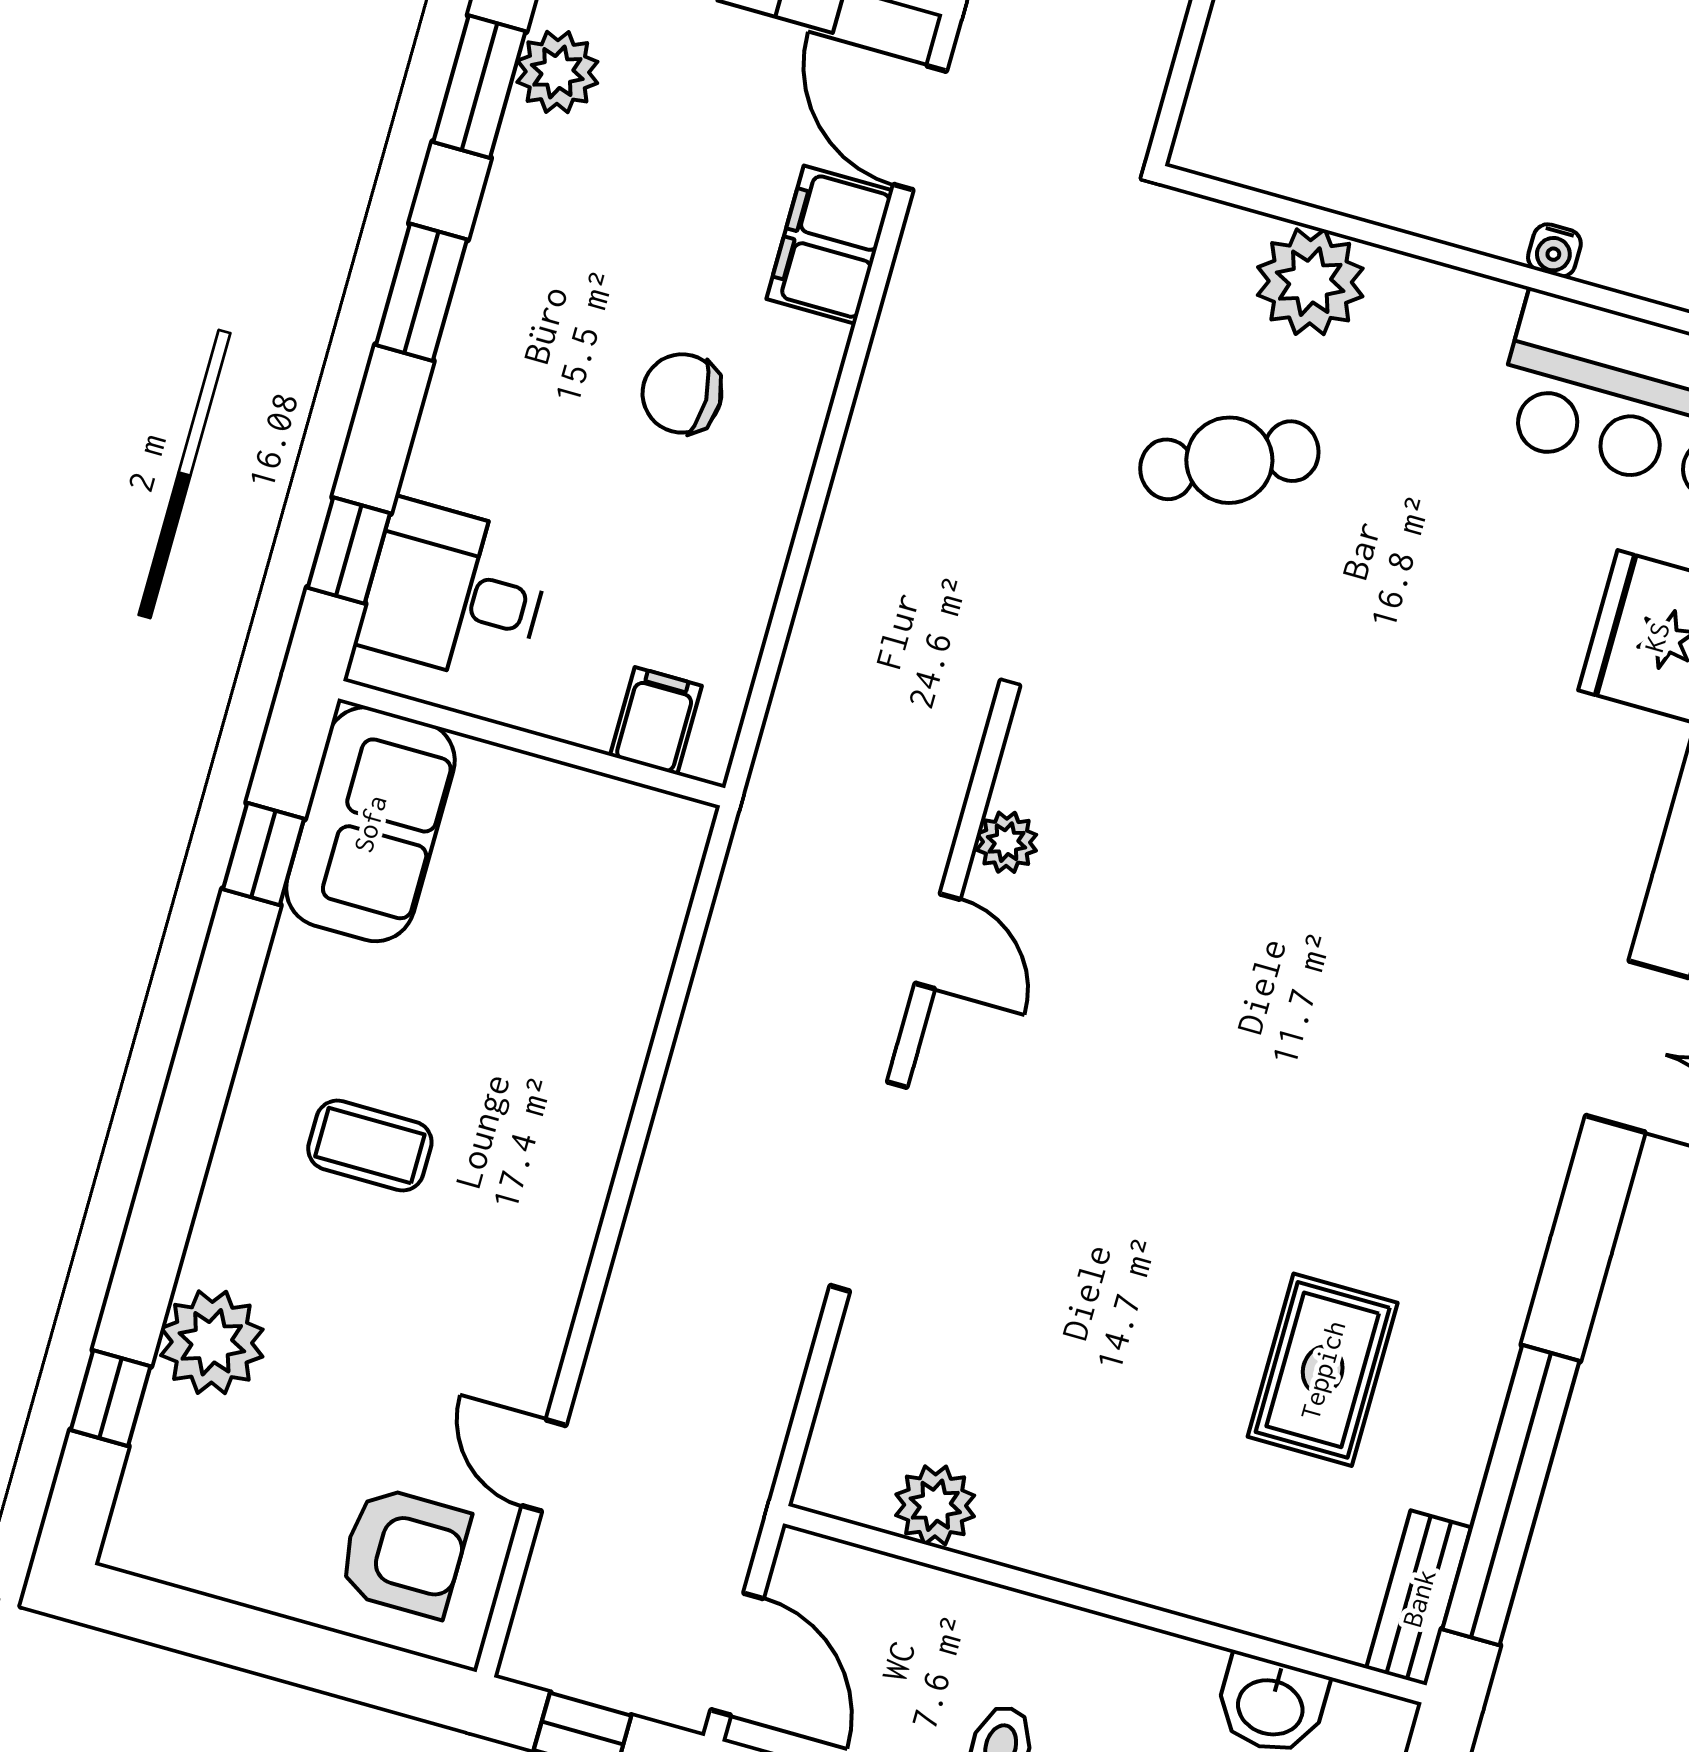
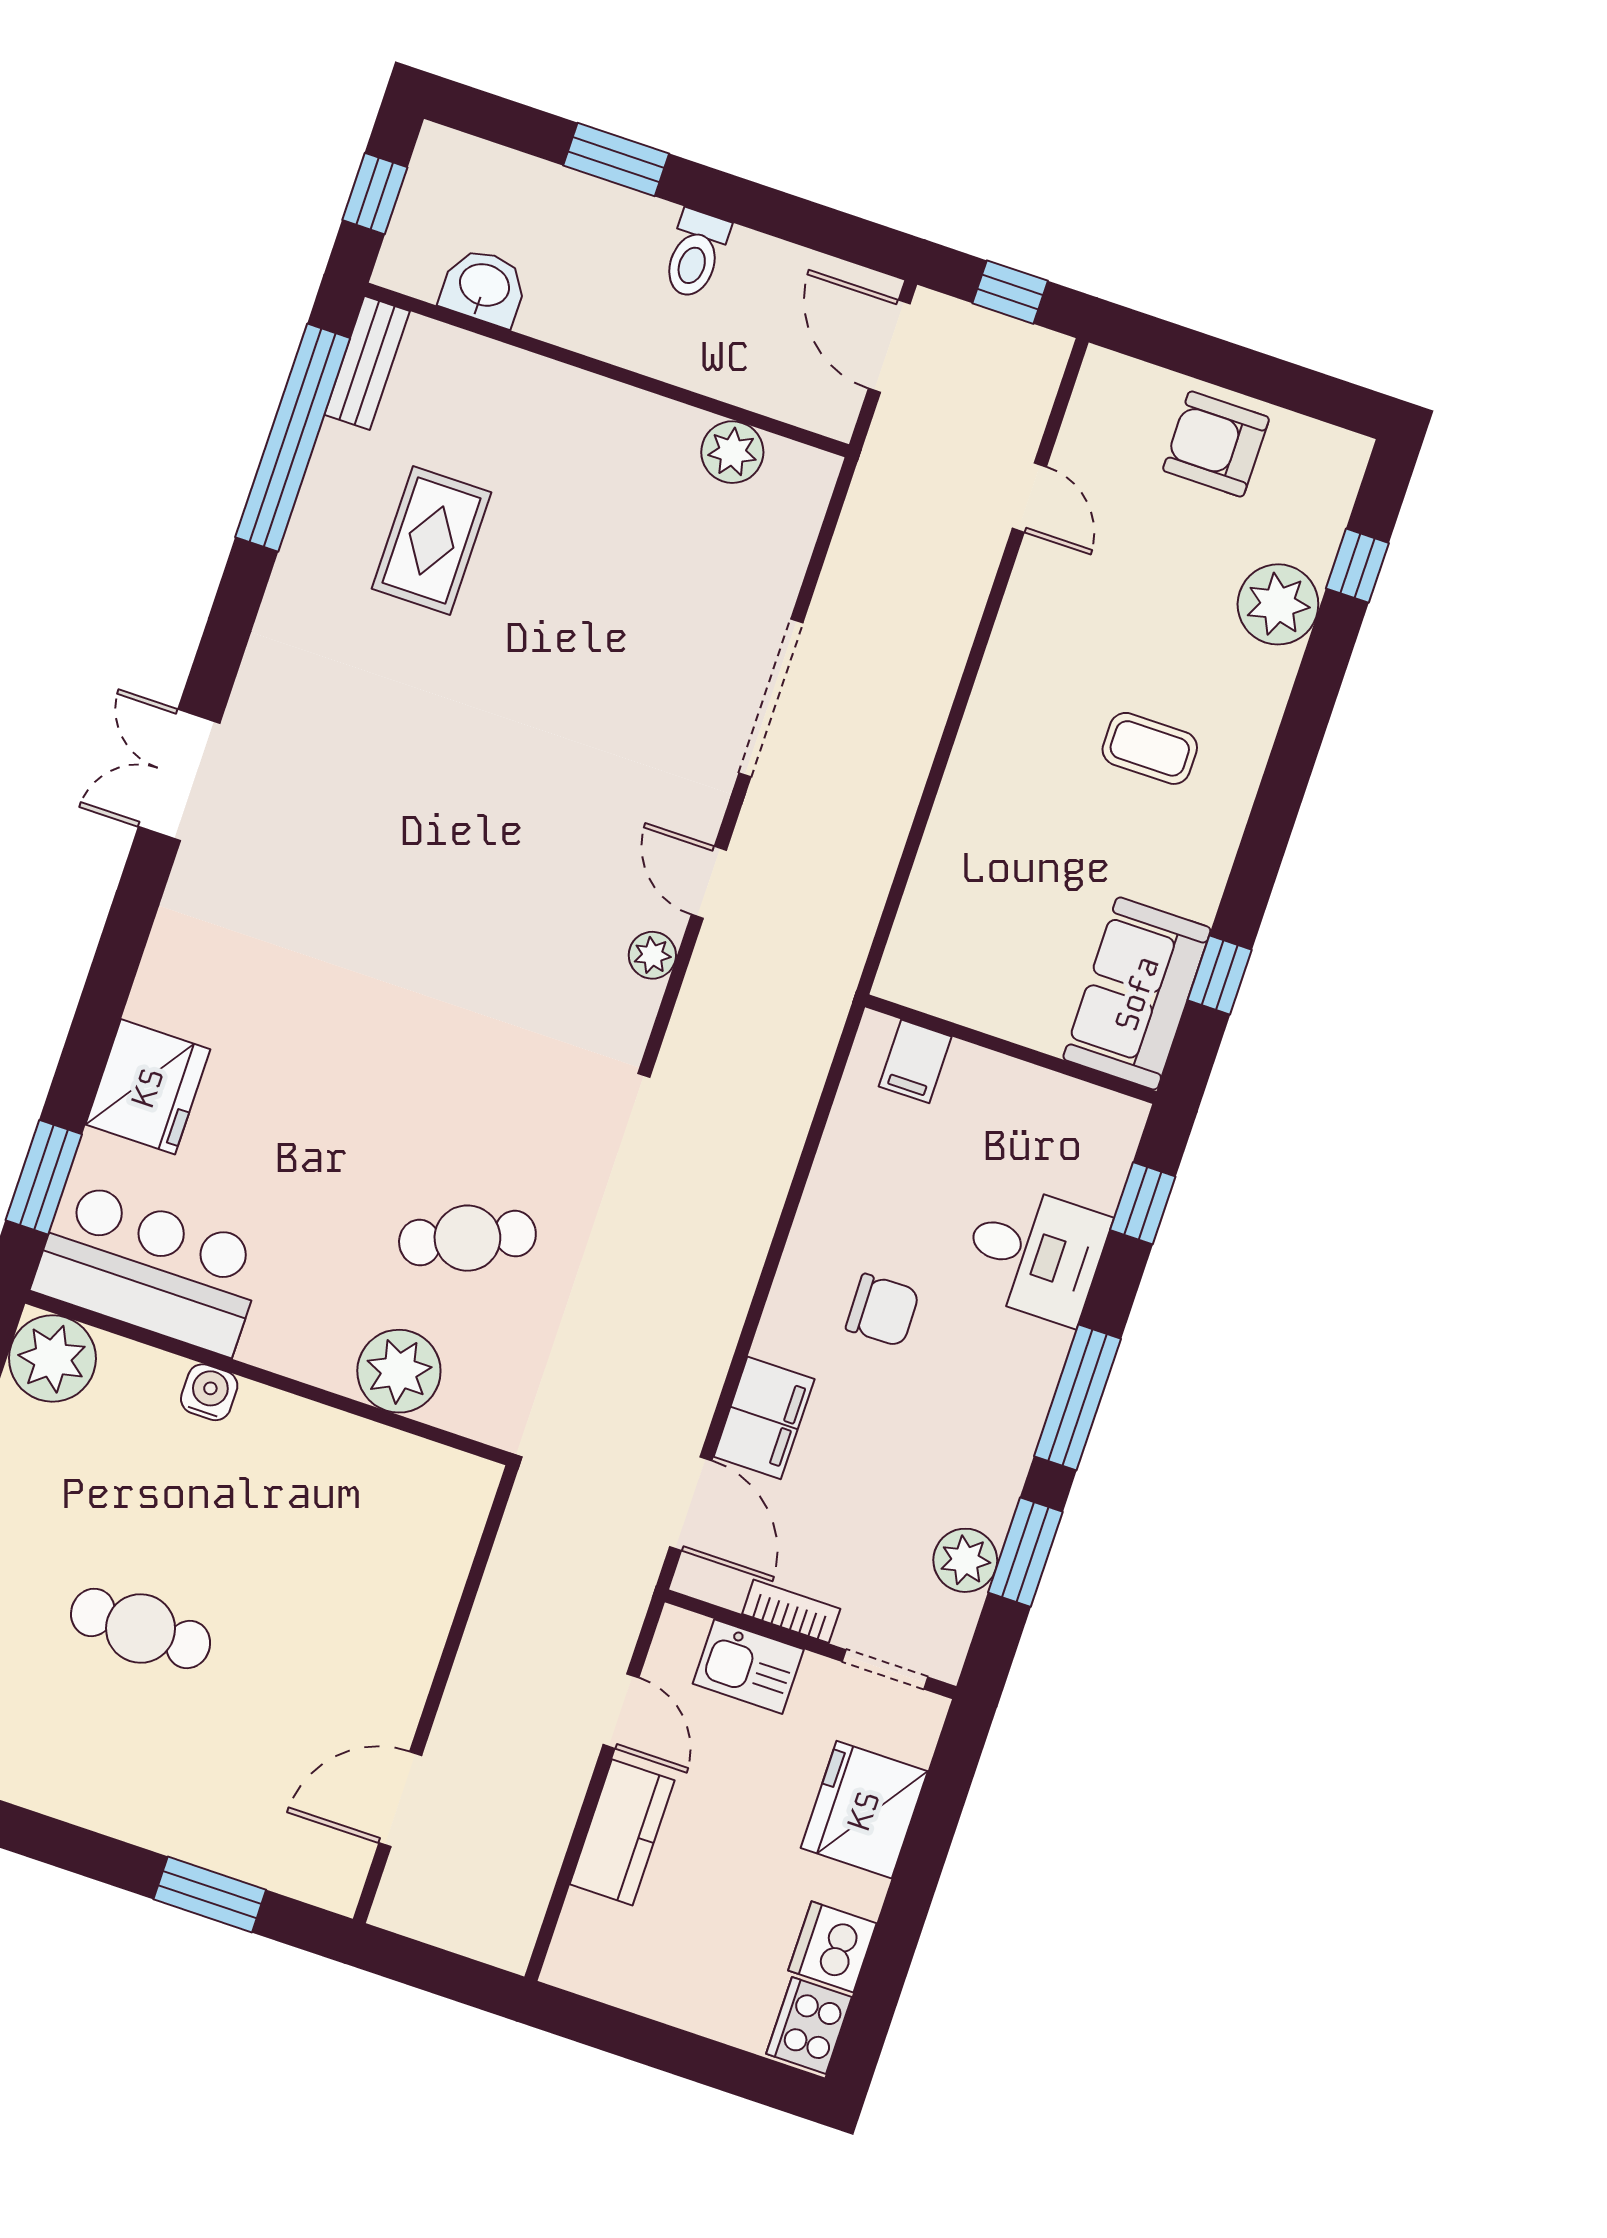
water cooler: (1554, 250) -> (209, 1392), width x1.38, depth x1.38
window: (421, 292) -> (1077, 1397), width x1.44
desk: (455, 592) -> (1035, 1253), moved
armchair: (404, 1552) -> (1216, 444), moved

